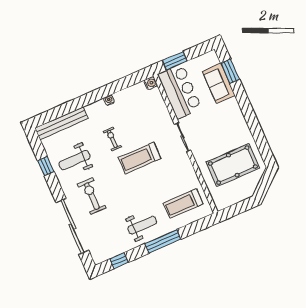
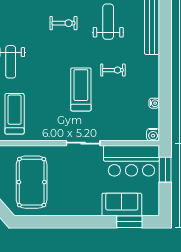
water cooler: (109, 100) -> (154, 103), moved
exercise bike: (92, 196) -> (63, 23), width x0.73, depth x0.72

